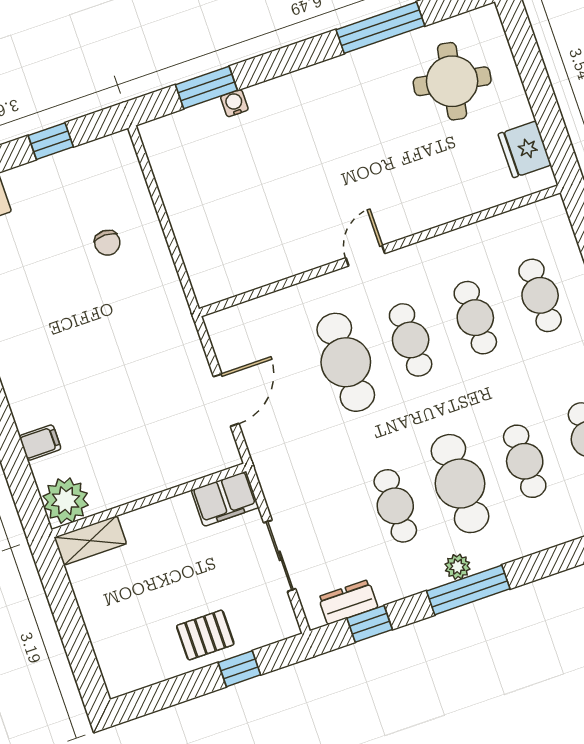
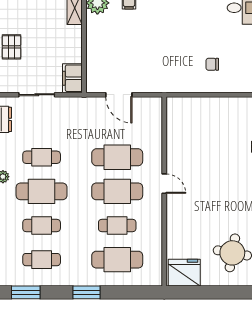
fridge: (525, 149) -> (184, 273), width x1.36, depth x1.34
cafe table: (540, 295) -> (117, 260), width x1.37, depth x1.35
cafe table: (411, 340) -> (117, 191), width x1.37, depth x1.35

